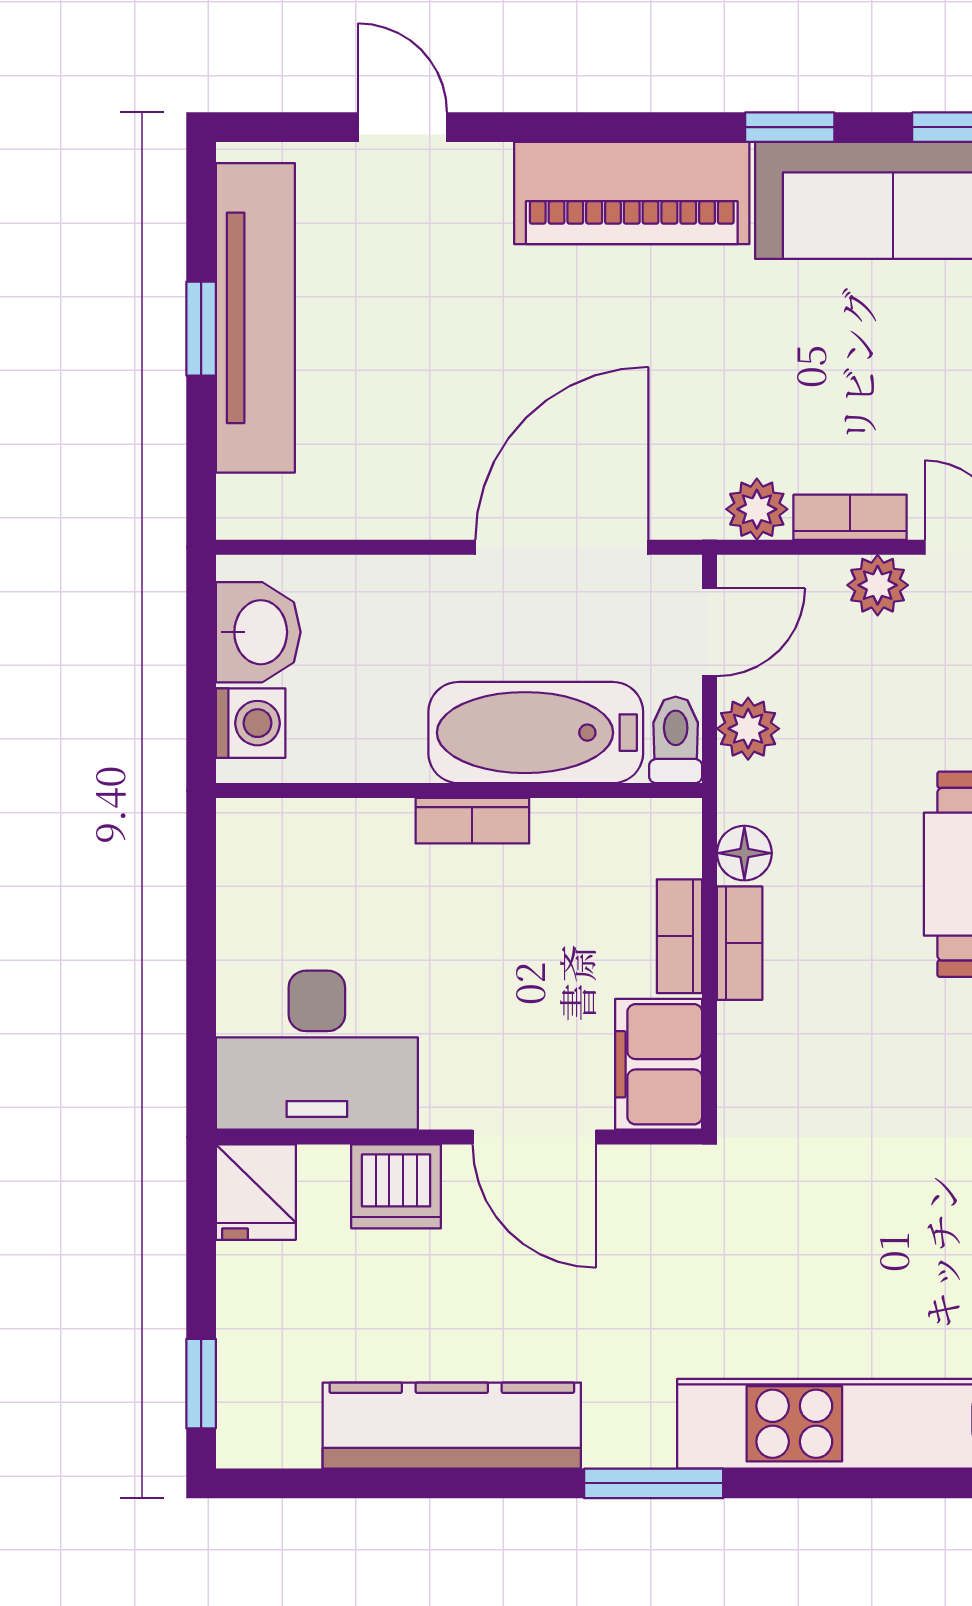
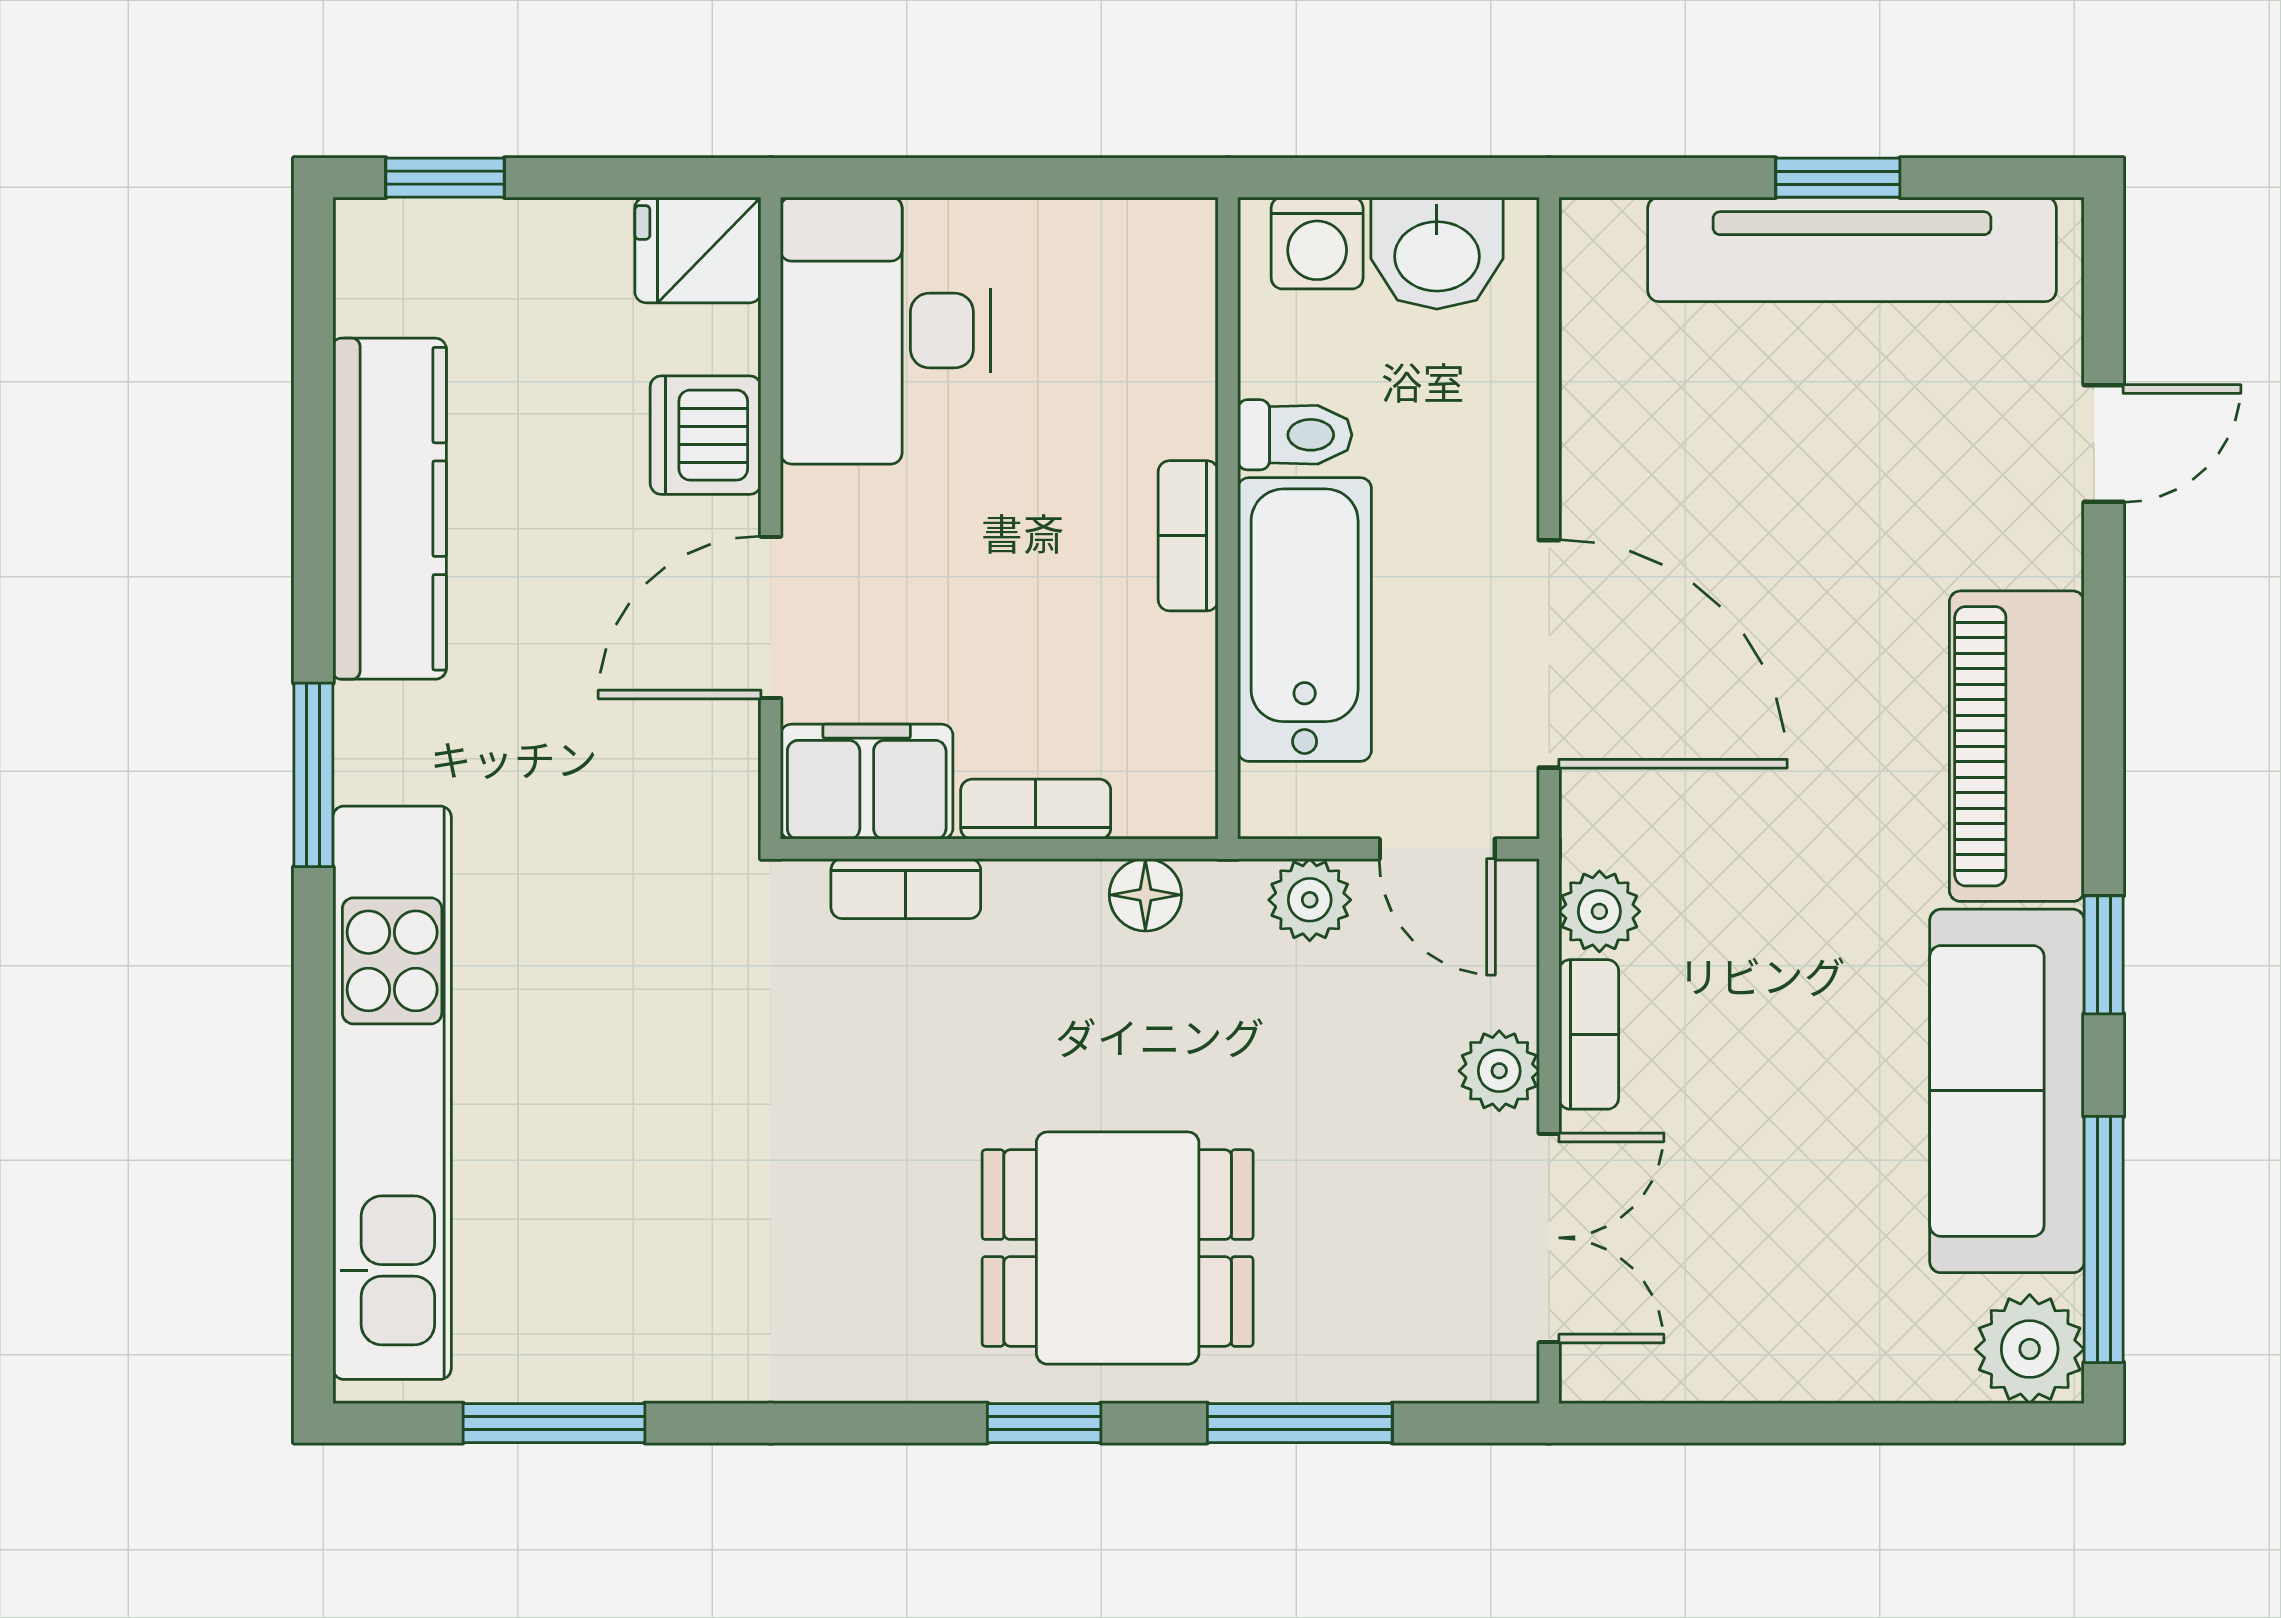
toilet: (676, 740) -> (1295, 435), moved
bookcase: (740, 943) -> (906, 889), moved

